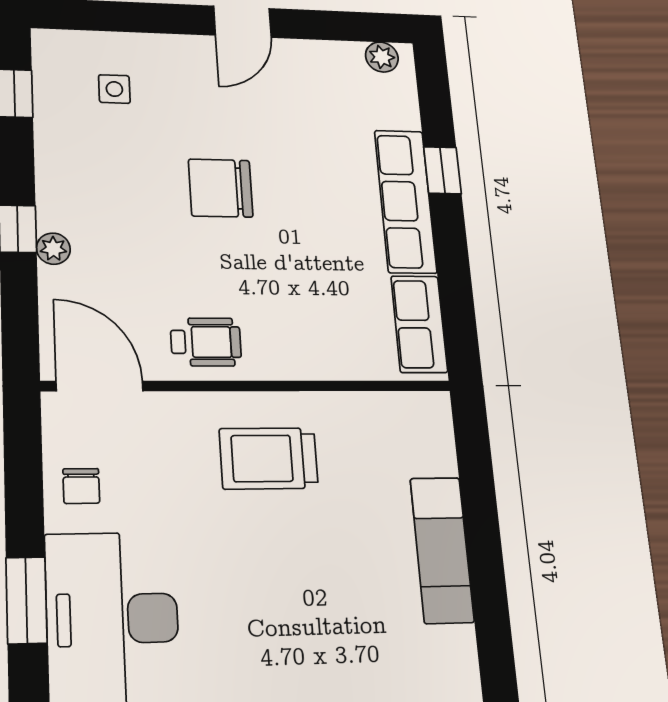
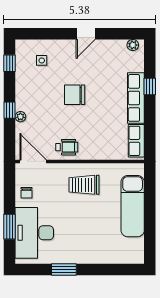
exam couch: (442, 550) -> (133, 206), width x1.36, depth x1.45

